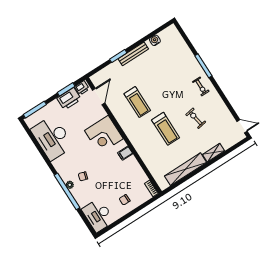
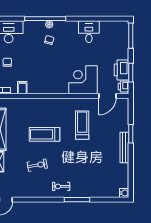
water cooler: (155, 40) -> (124, 193), moved
door: (99, 96) -> (107, 96), hinge flipped
treadmill: (137, 102) -> (82, 125), turned 90
corner desk: (104, 135) -> (83, 80), moved
desk: (52, 138) -> (89, 32), width x0.53, depth x0.77
filing cabinet: (125, 153) -> (22, 88), moved

